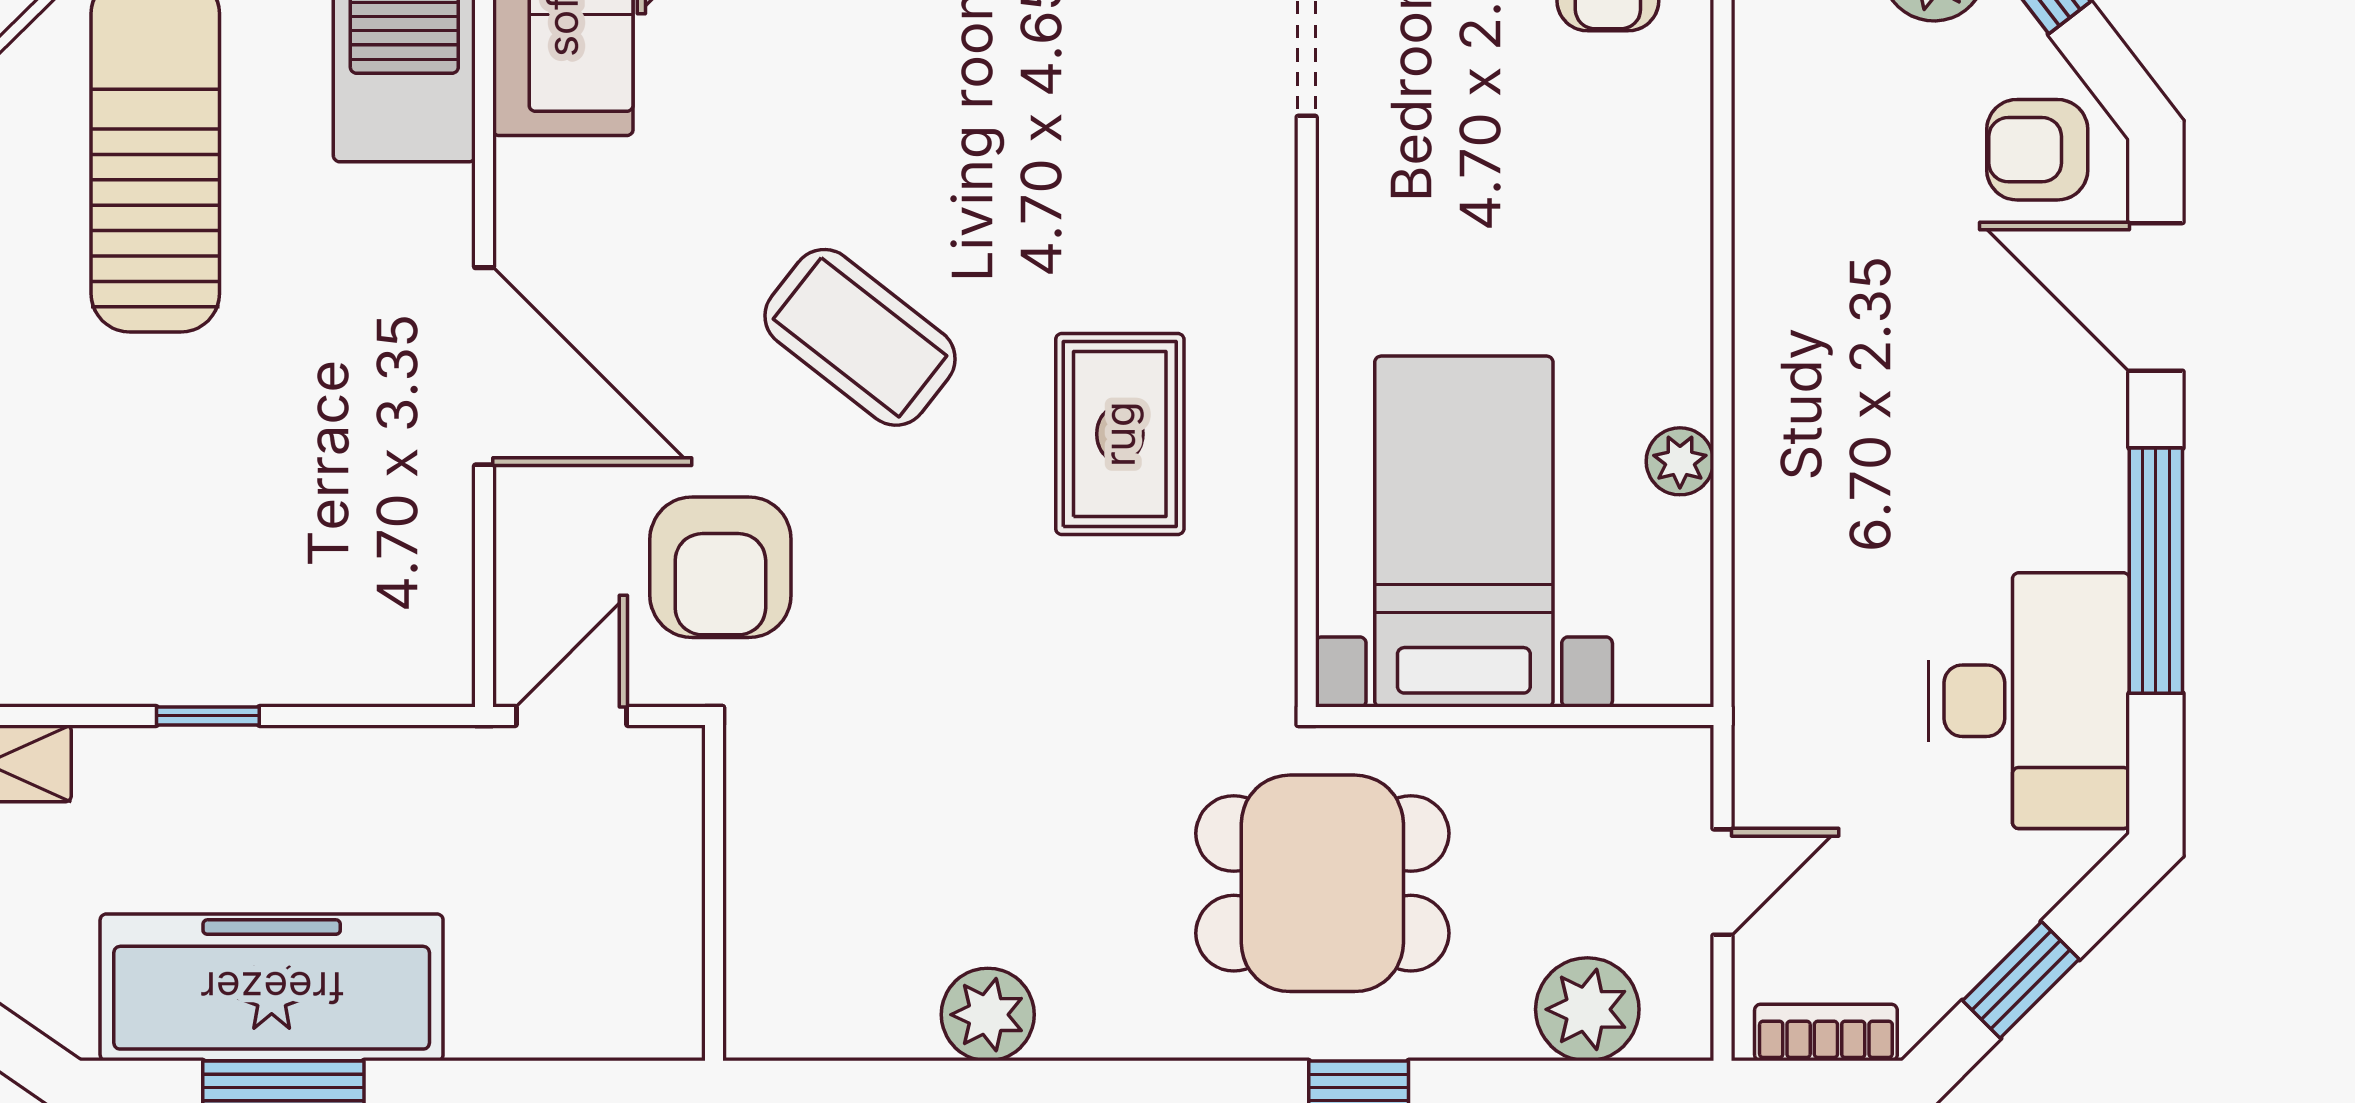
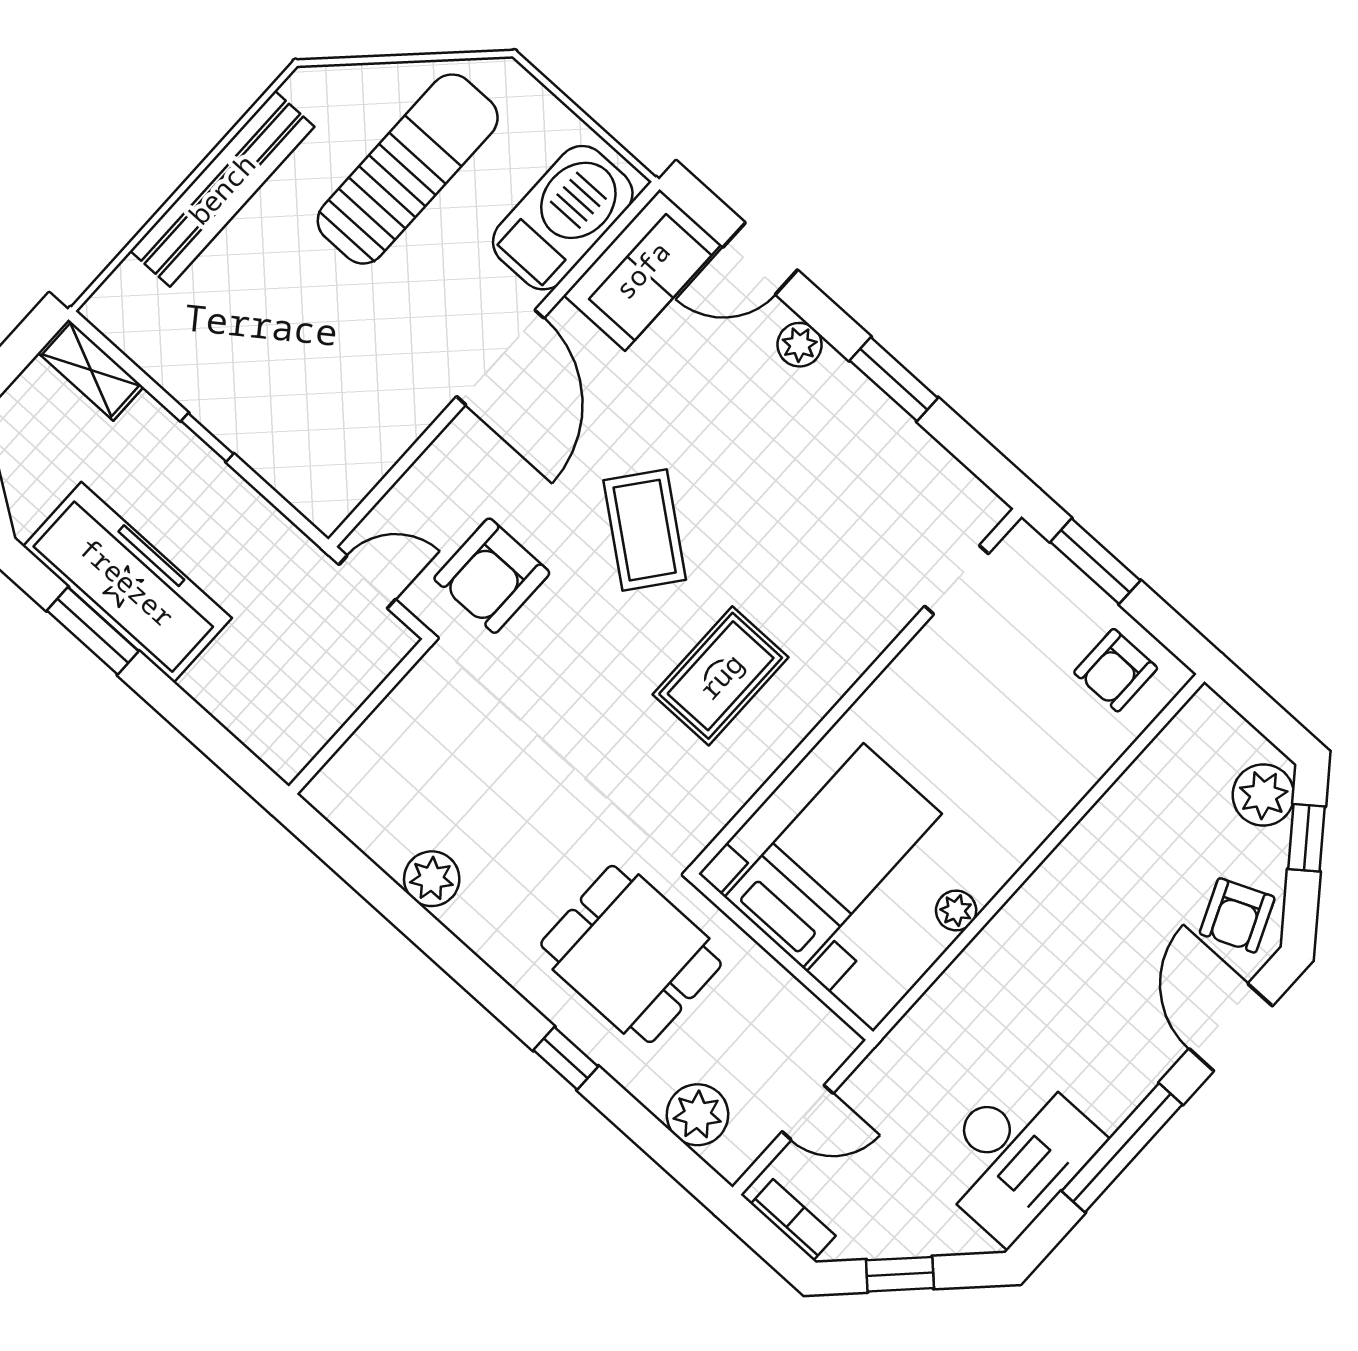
armchair: (2037, 150) -> (1237, 915), turned -113
door: (484, 366) -> (500, 357), moved

